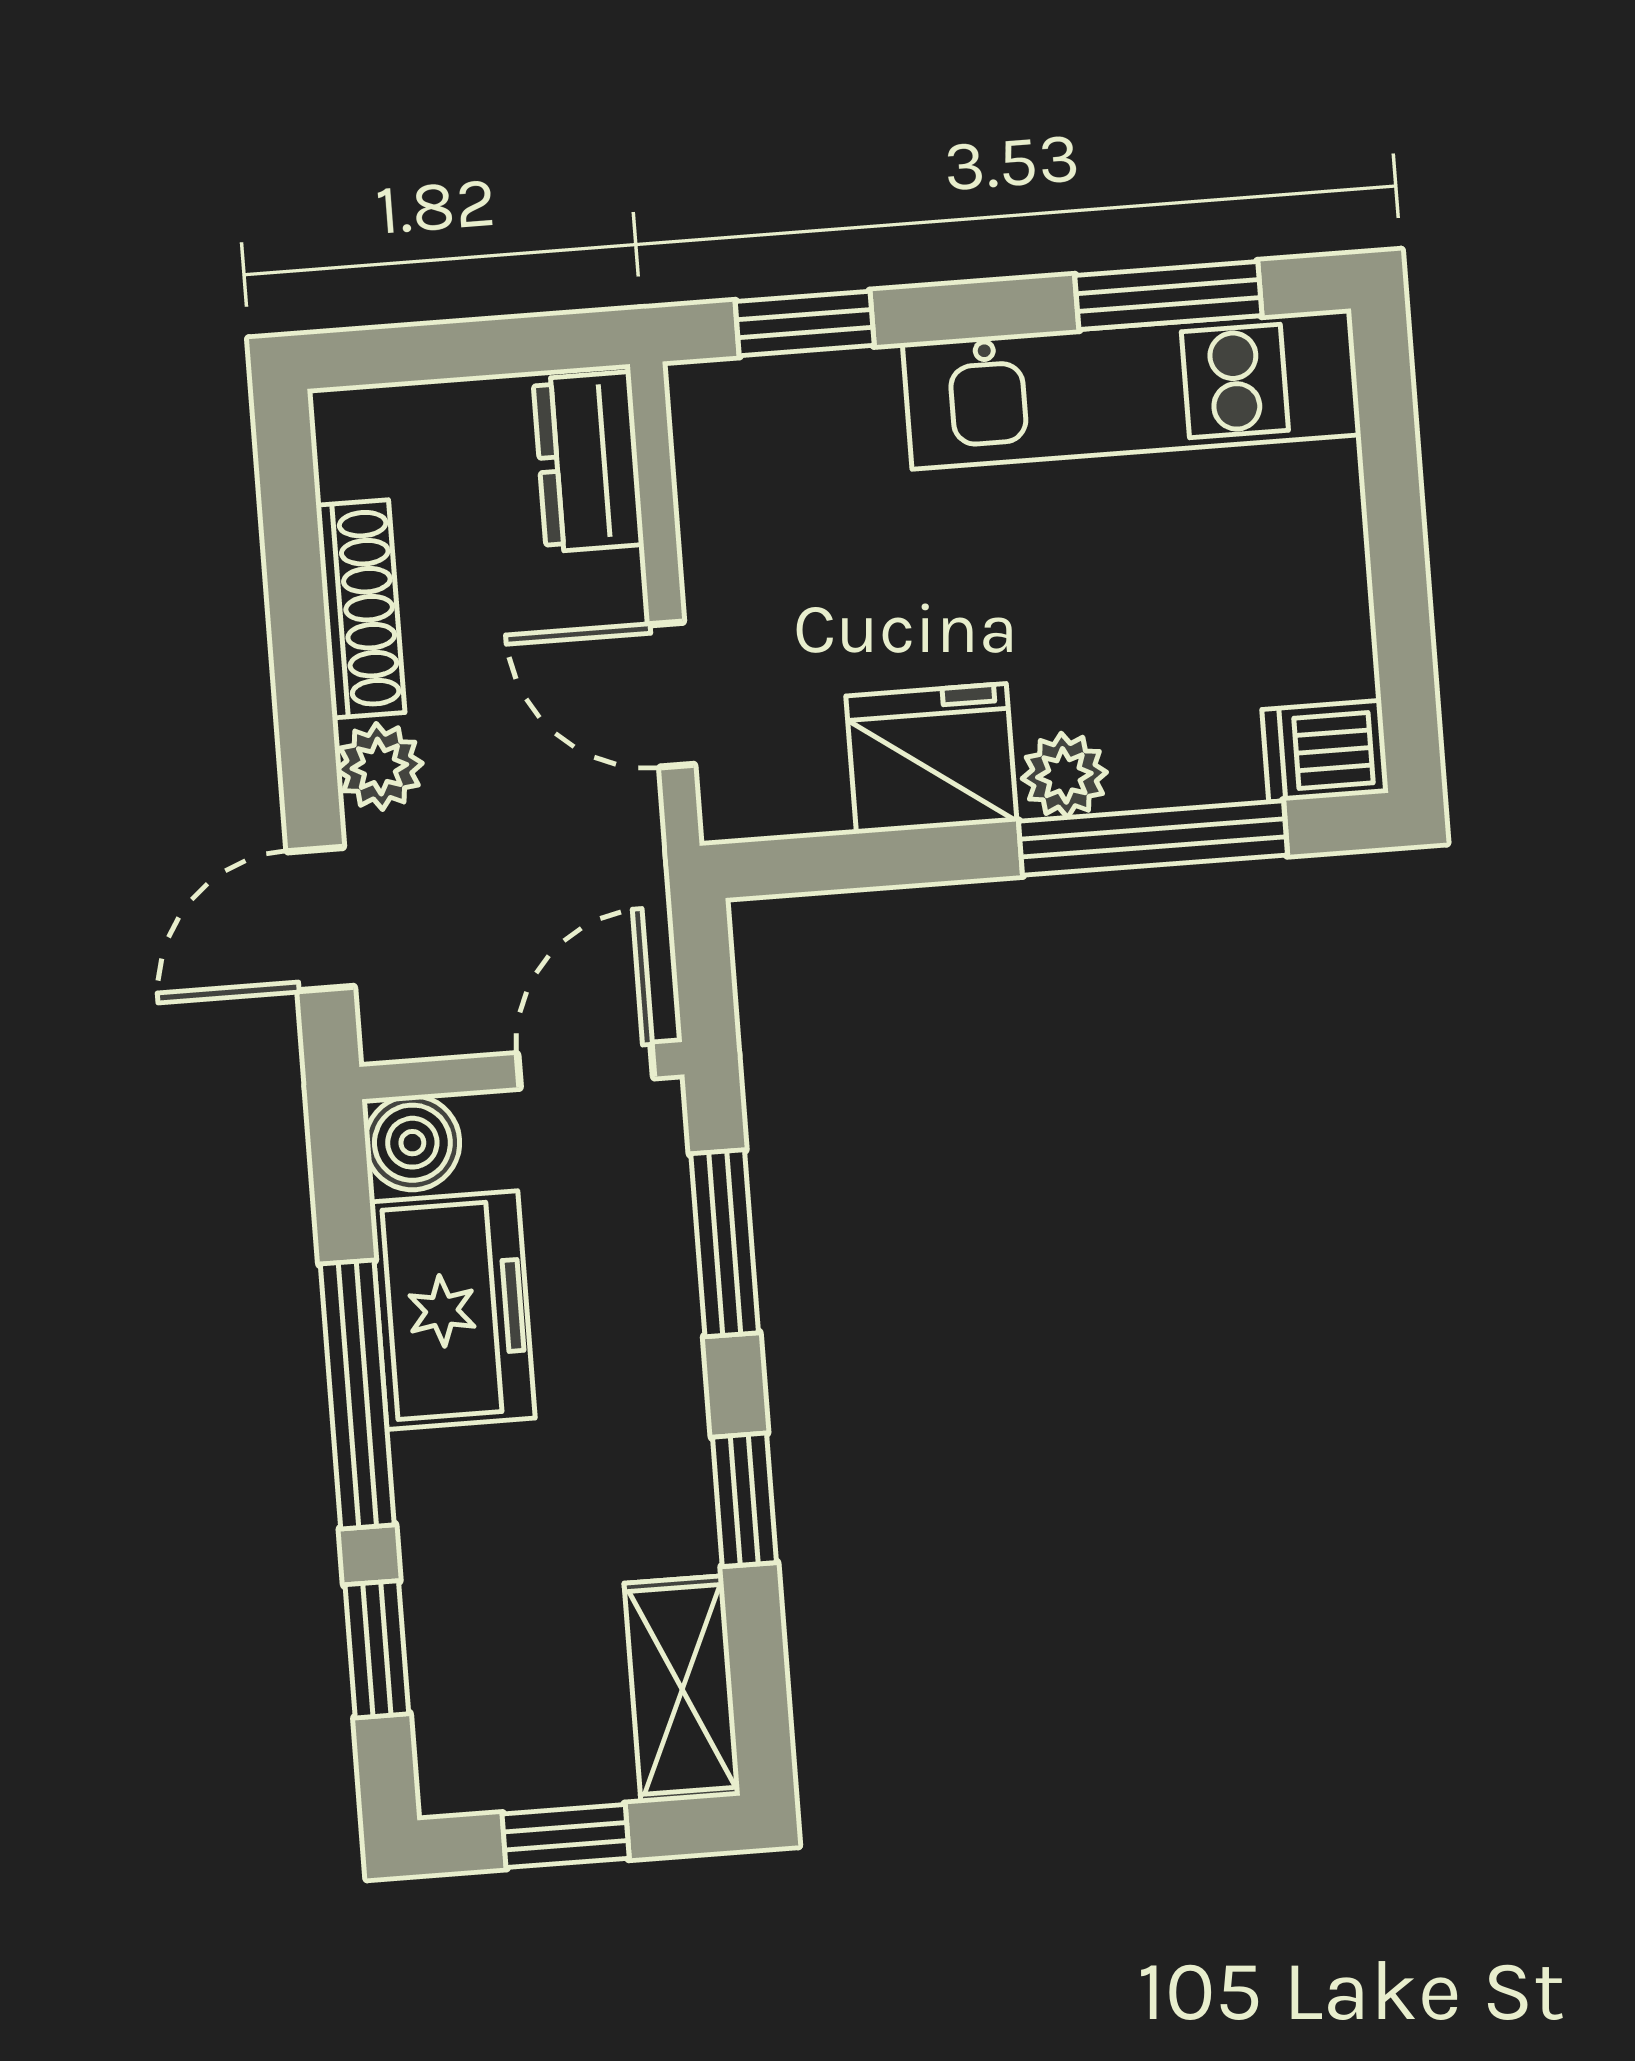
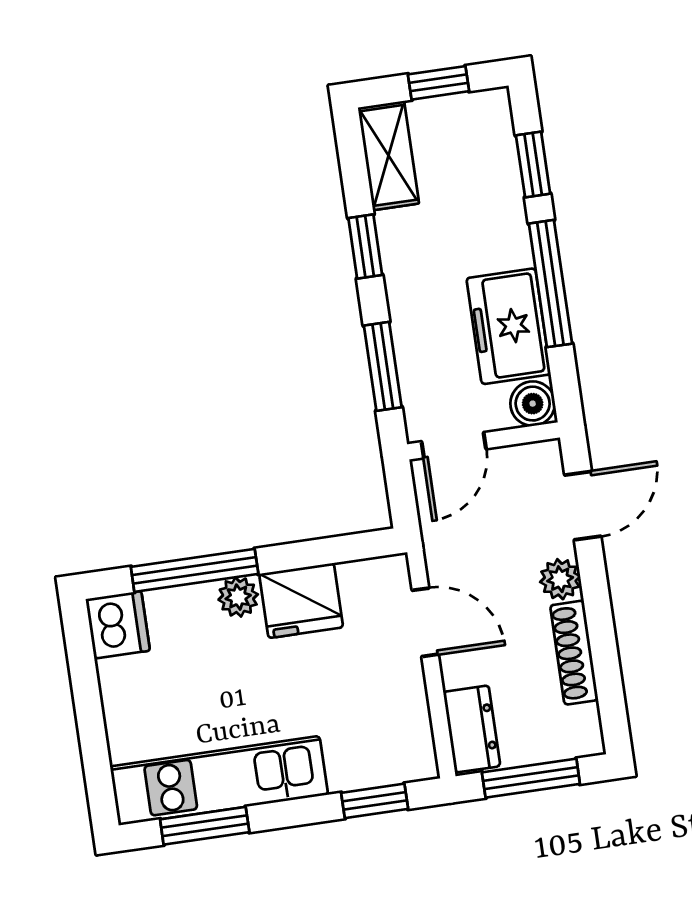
window: (470, 349) -> (531, 778), added
dishwasher: (1325, 751) -> (118, 625), width x1.38

